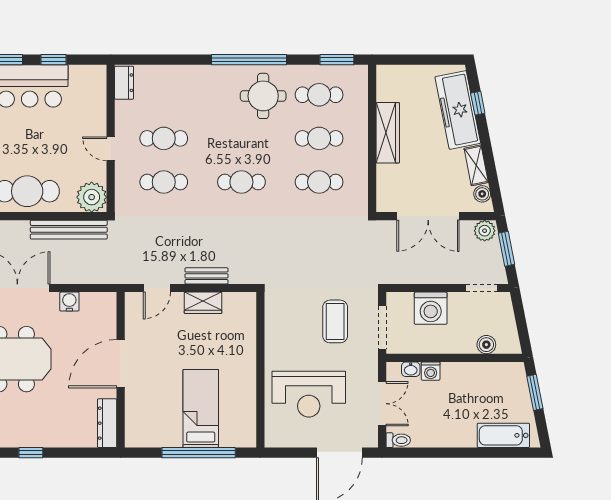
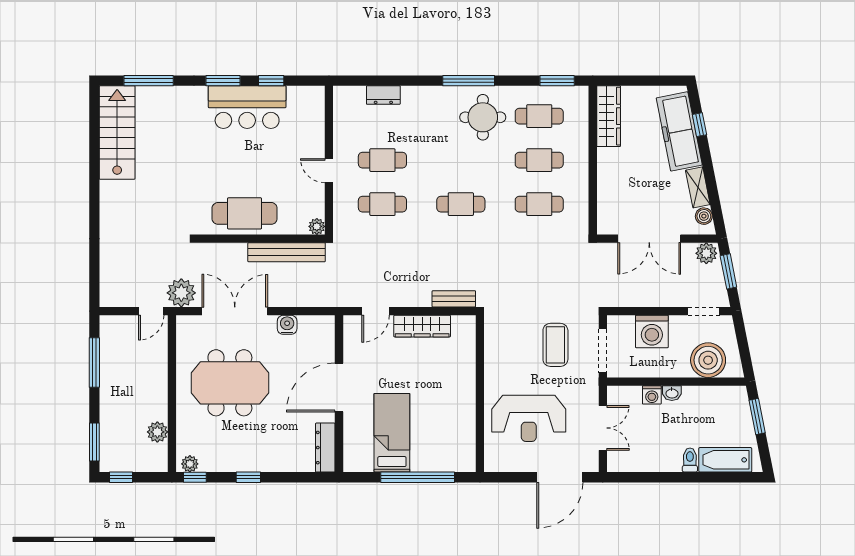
window: (249, 60) -> (469, 81), width x0.68
dresser: (124, 83) -> (383, 95), moved, turned 90
wardrobe: (388, 133) -> (609, 116), moved
plant: (92, 197) -> (317, 226), width x0.53, depth x0.53
bench: (206, 276) -> (454, 299), moved
wardrobe: (203, 303) -> (422, 326), width x1.50
boiler: (486, 345) -> (708, 360), width x1.86, depth x1.86
washbasin: (411, 369) -> (672, 393), moved
bed: (201, 409) -> (392, 433), moved
toilet: (398, 440) -> (690, 460), moved, turned -90

